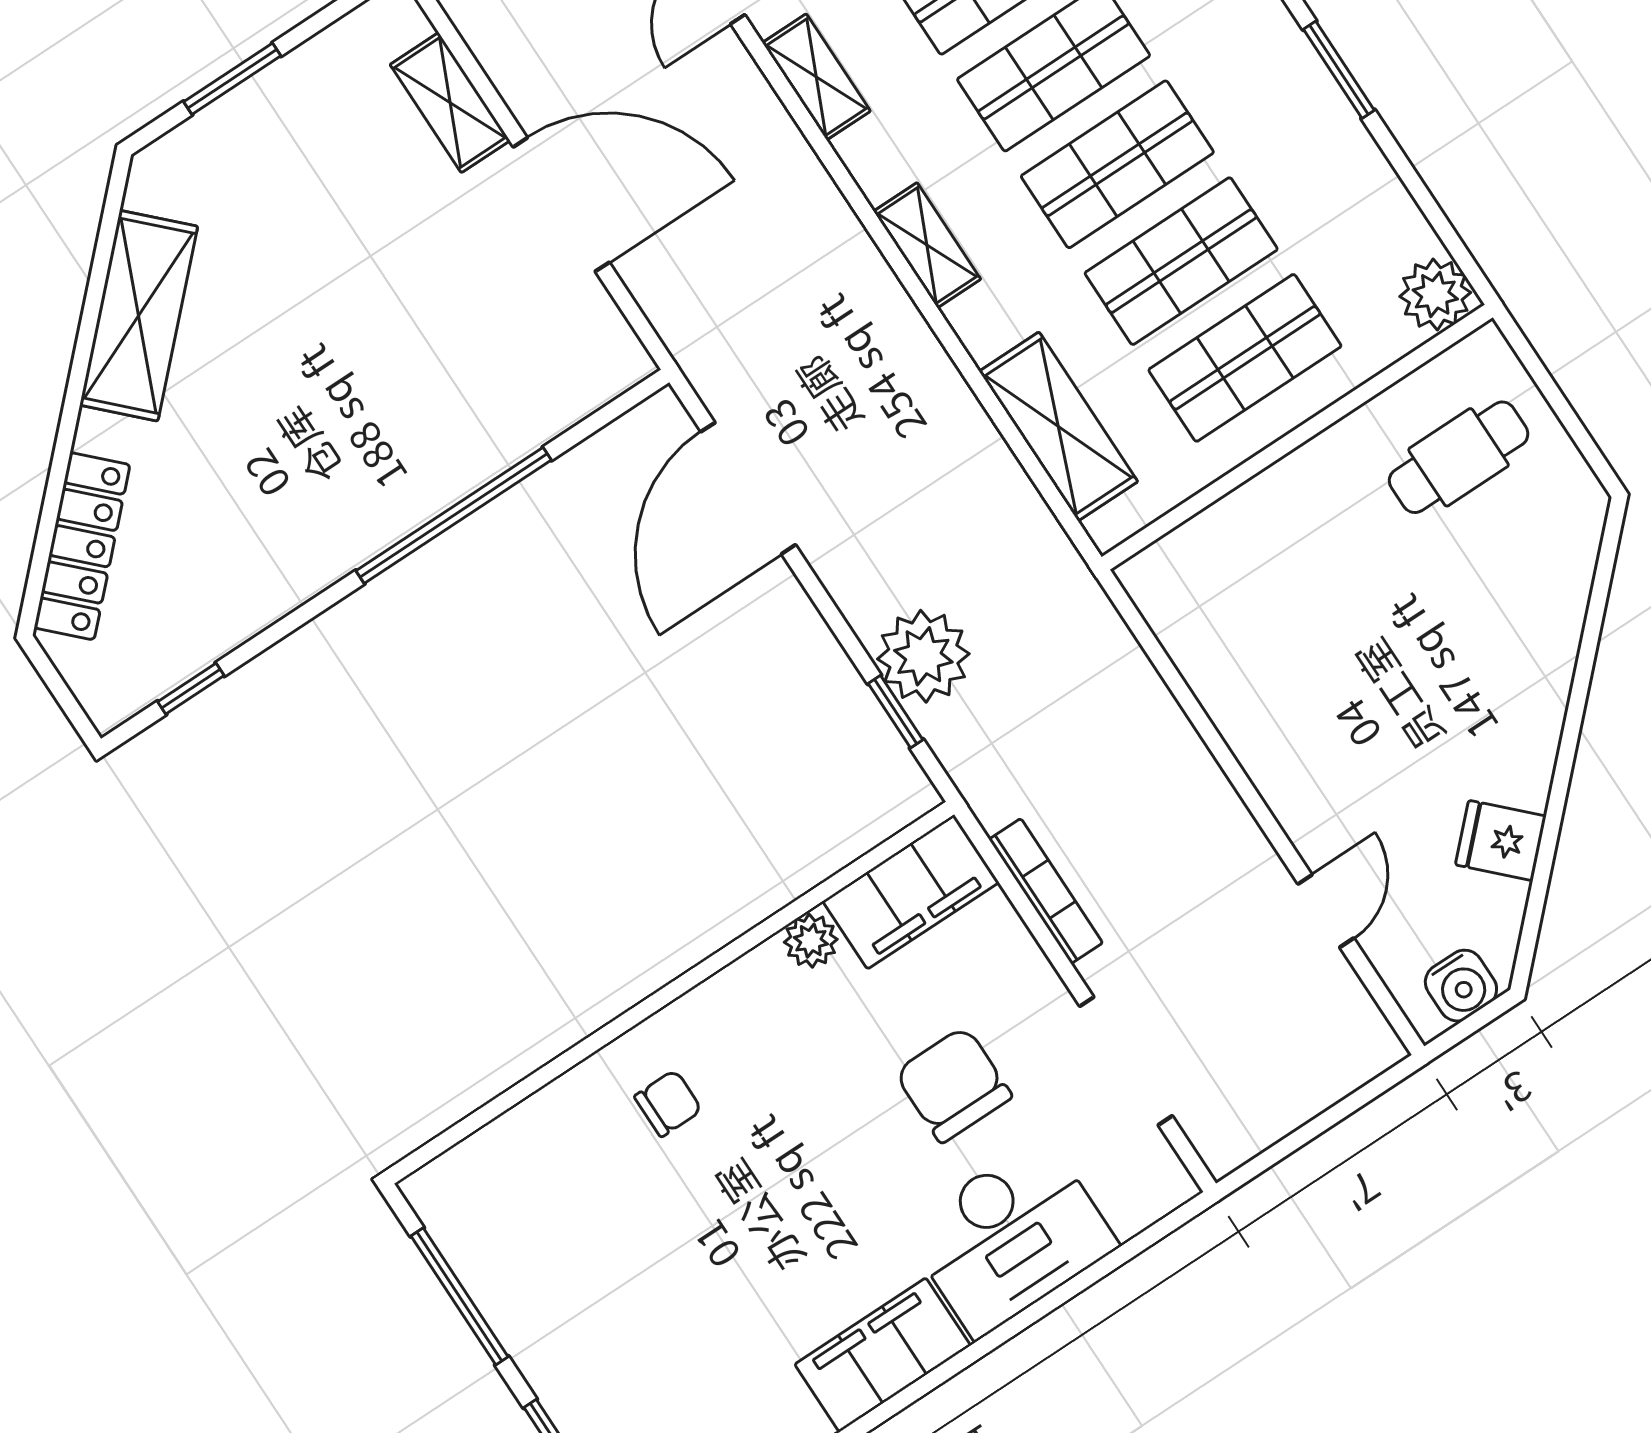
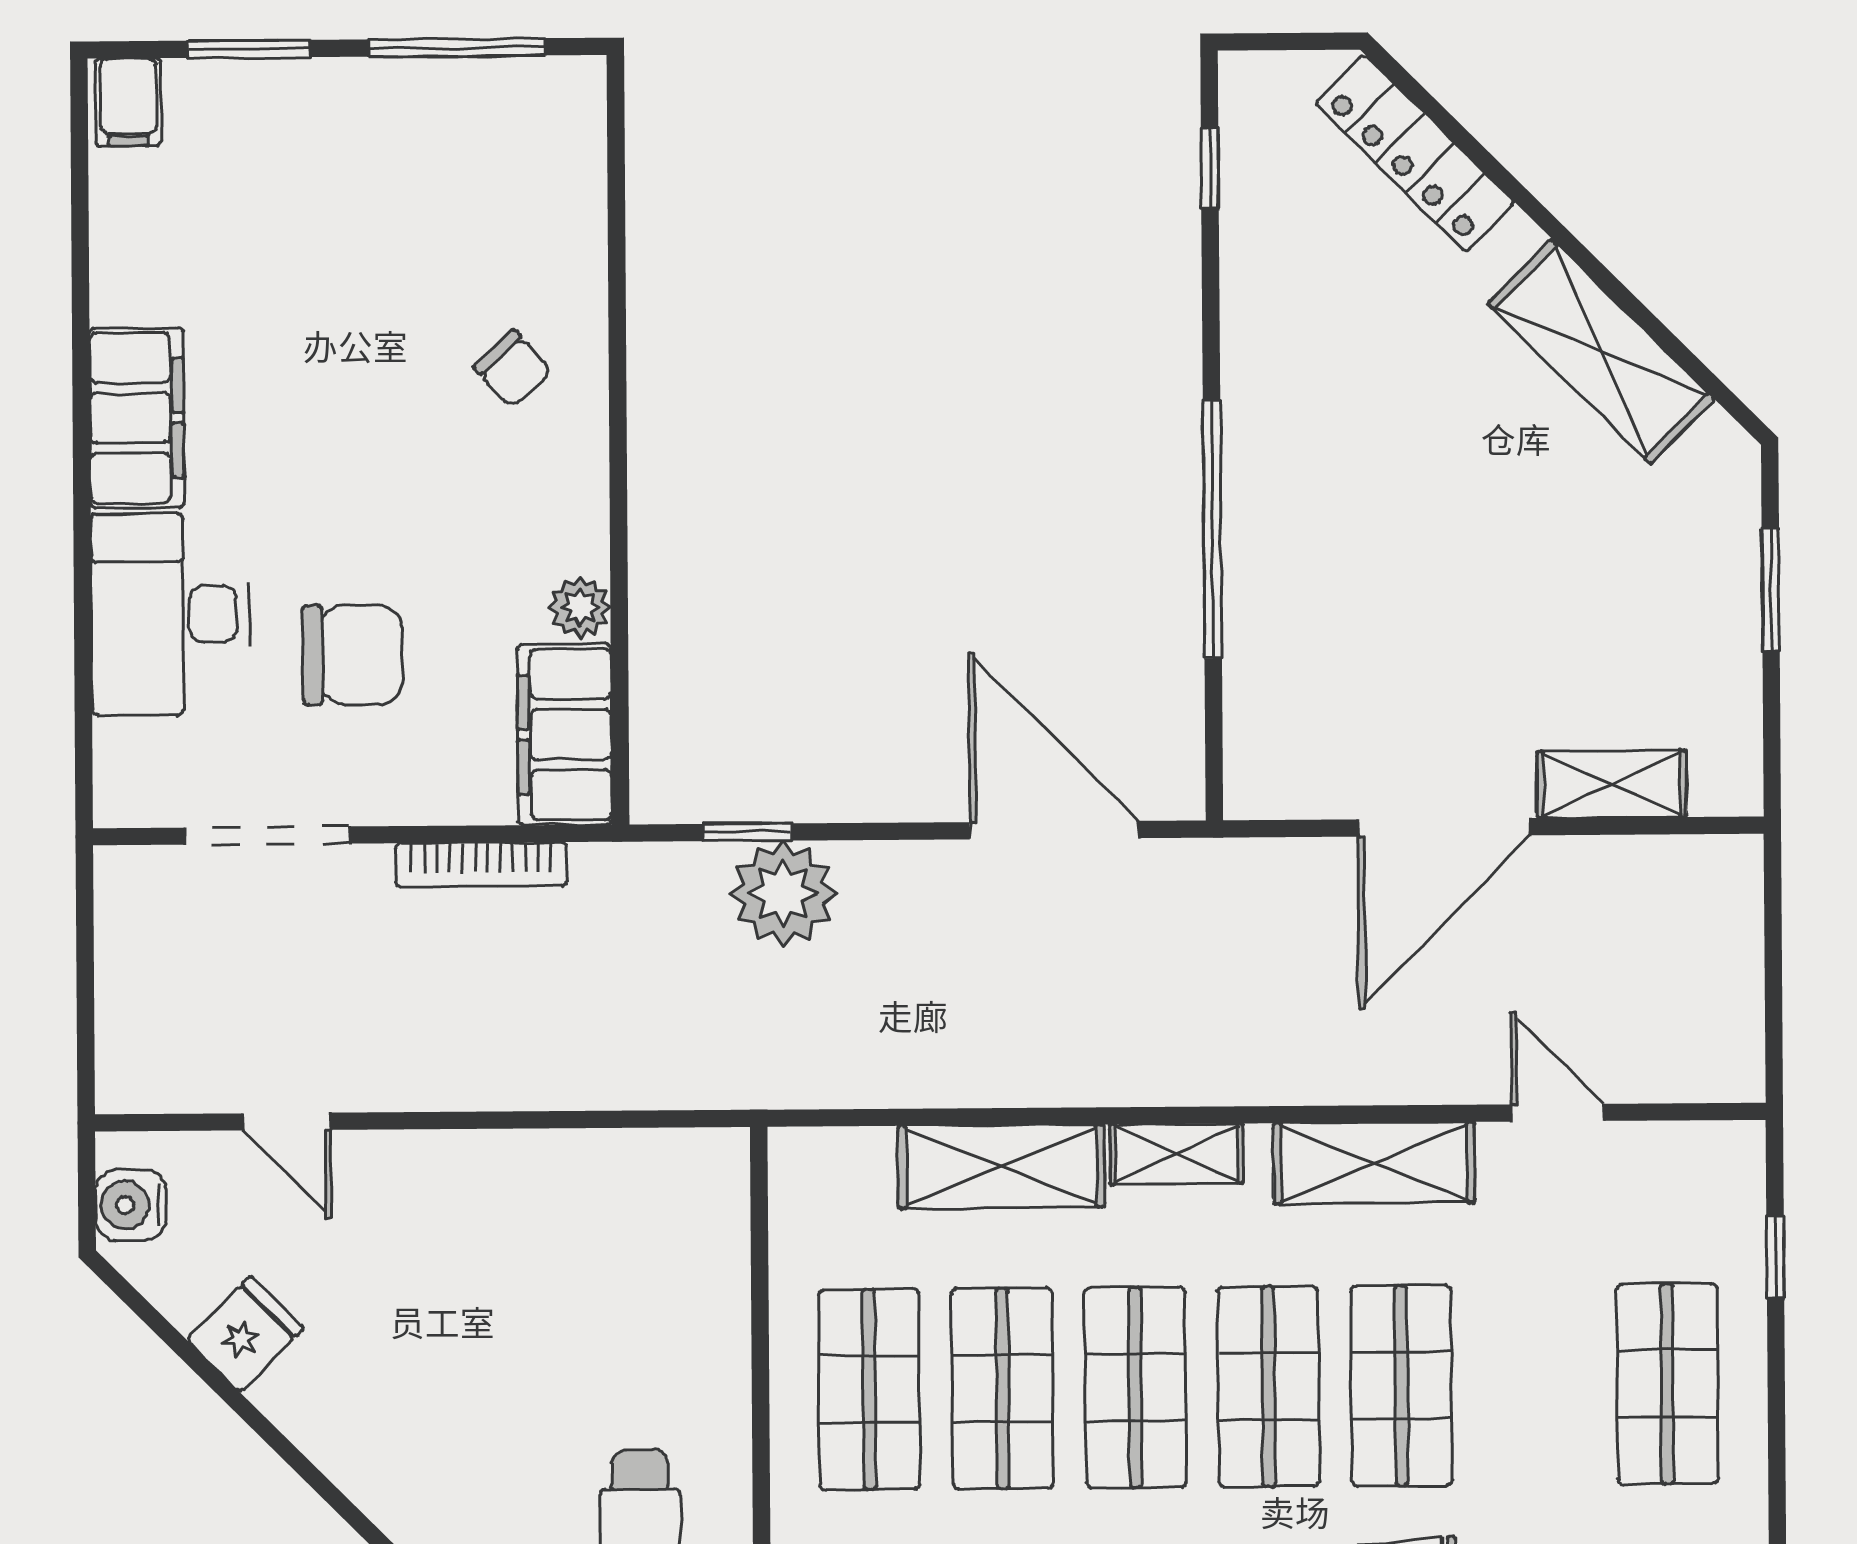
shelving: (816, 77) -> (1374, 1163), width x1.50, depth x1.33
shelving: (1058, 427) -> (1001, 1166), moved
chair: (668, 1103) -> (513, 369), turned -42

